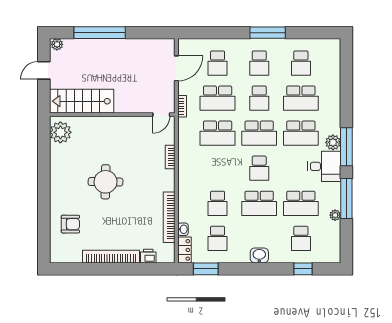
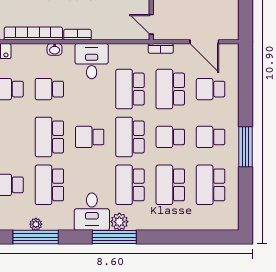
school desk: (301, 63) -> (211, 185), width x1.85
bookcase: (170, 157) -> (77, 35), moved
desk: (193, 167) -> (92, 61), added
window: (346, 198) -> (36, 237), moved
washbasin: (183, 229) -> (55, 49), moved

